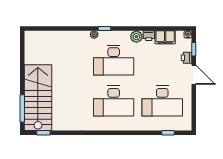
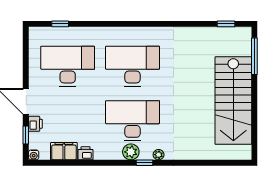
plant: (136, 37) -> (131, 152), moved
stairs: (38, 98) -> (233, 101), moved

